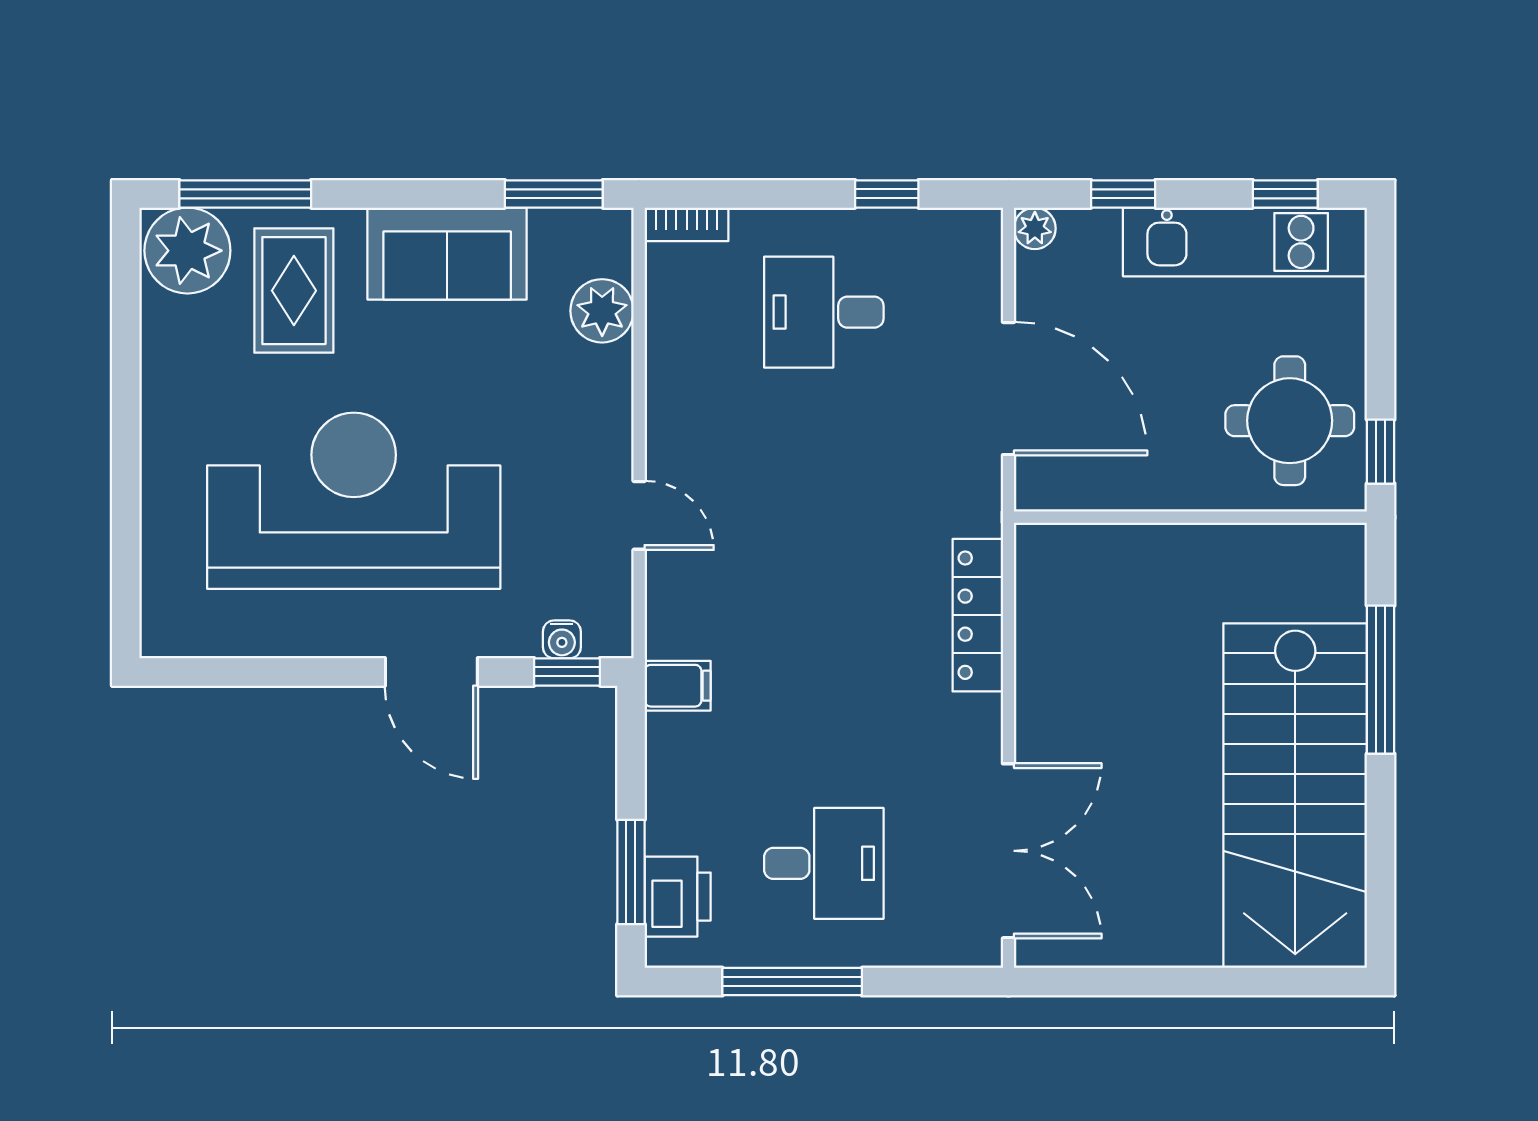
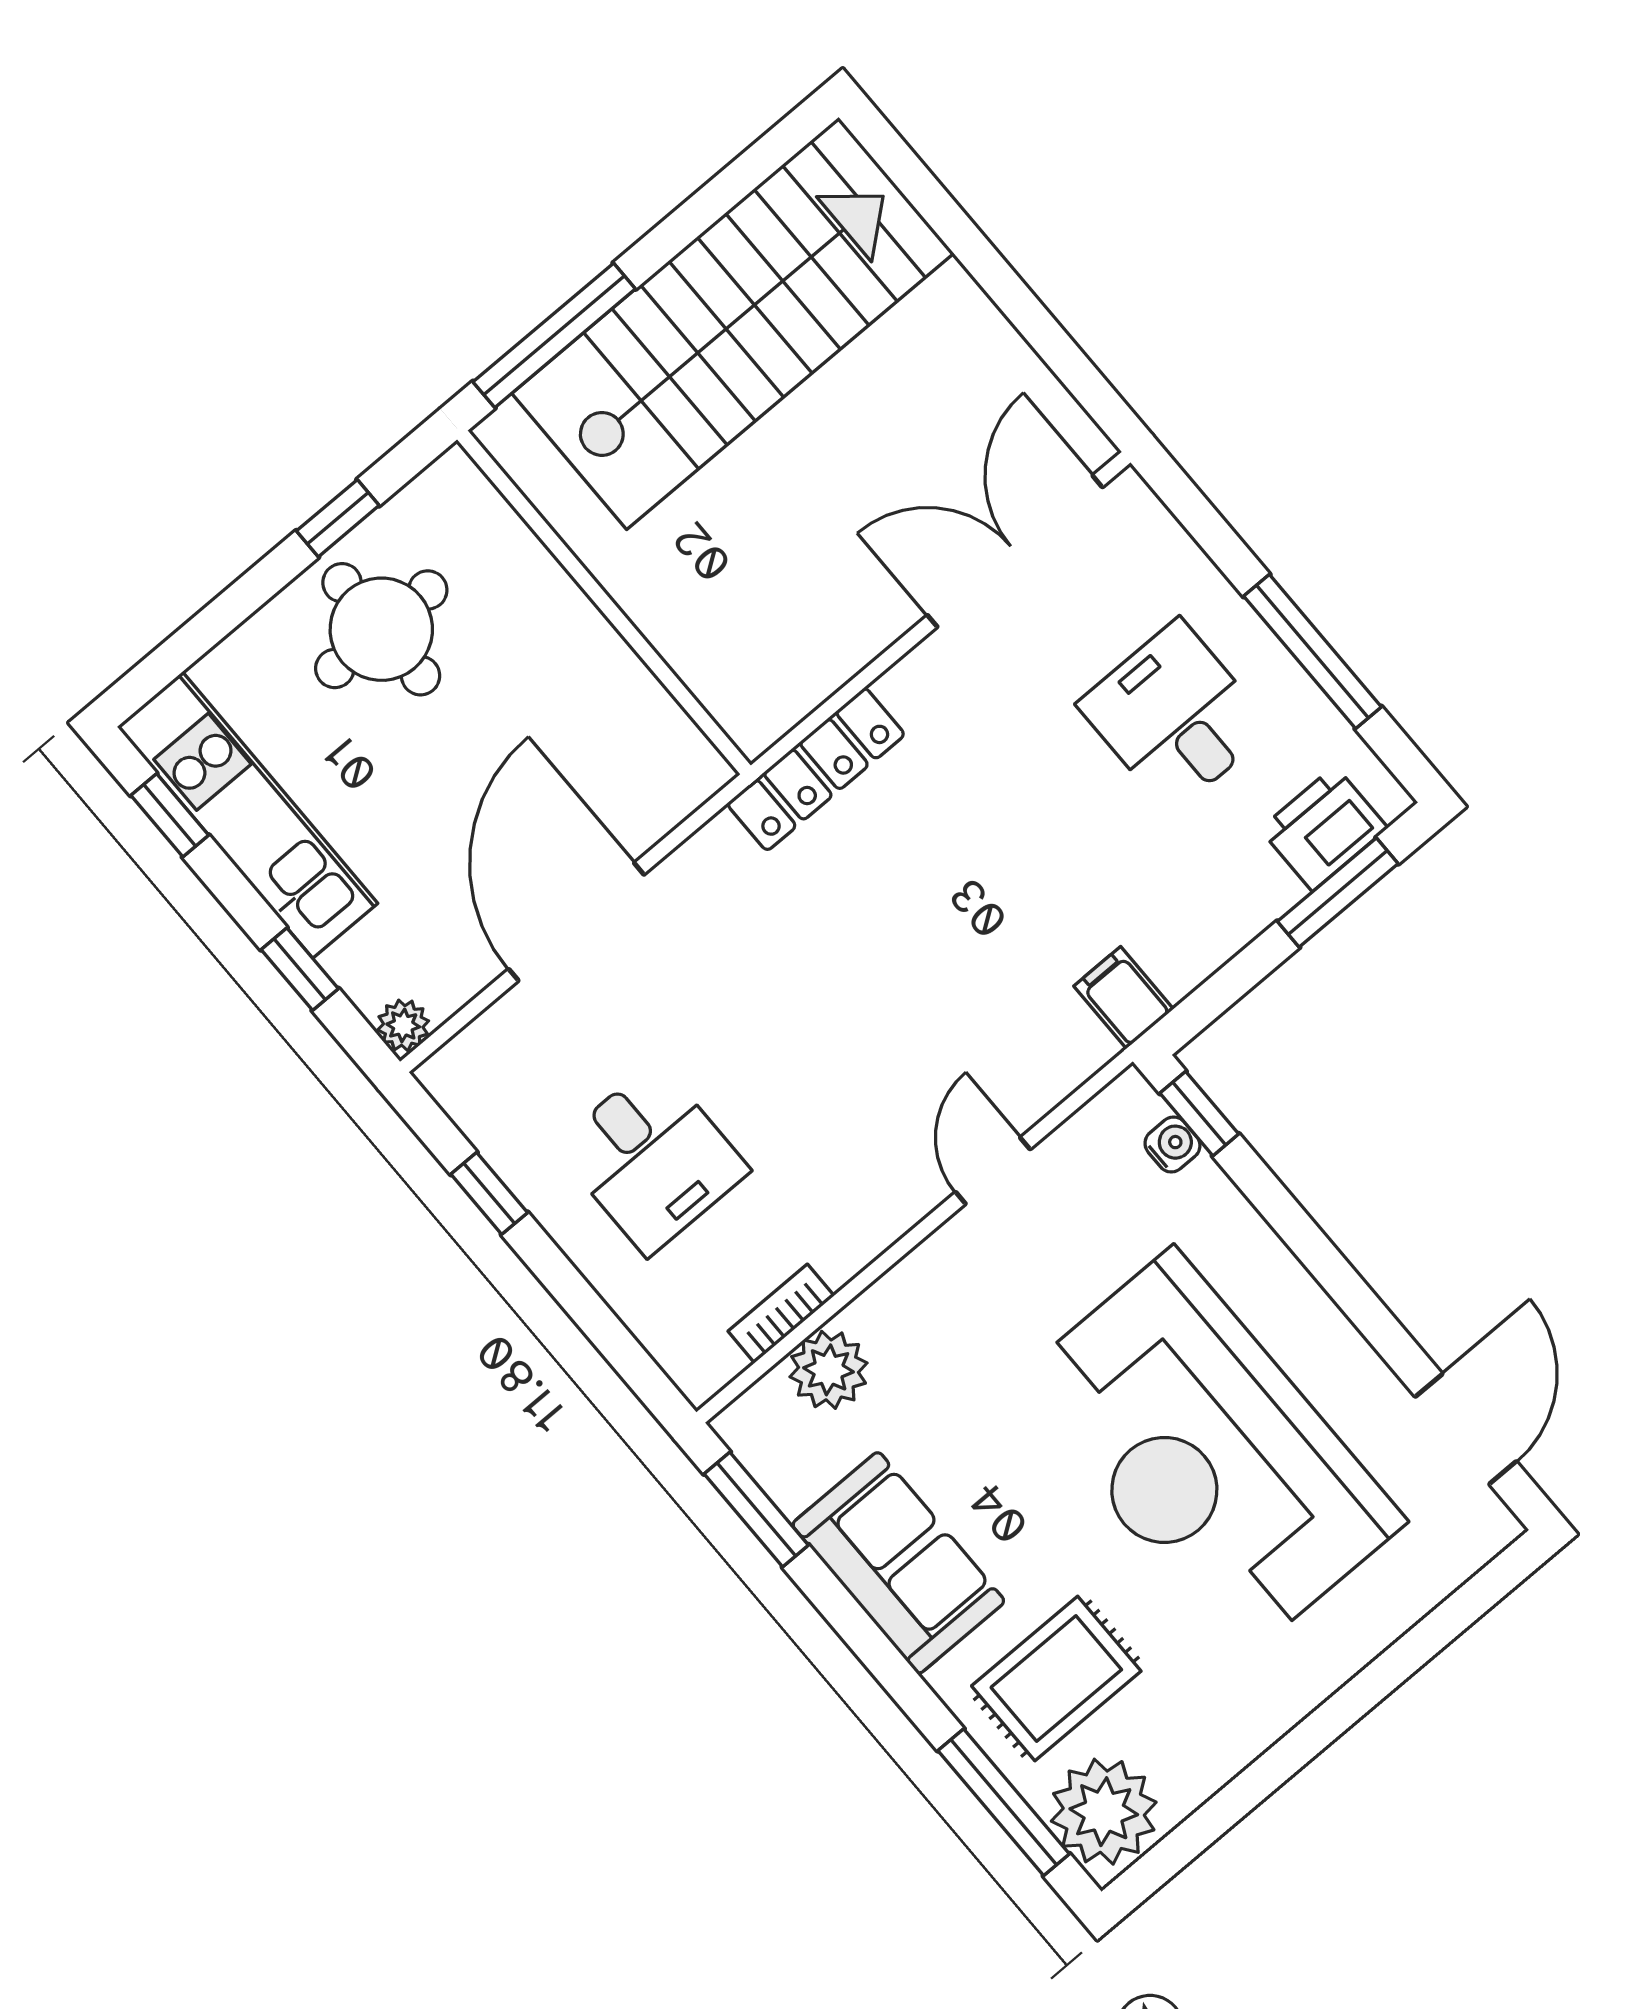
bookcase: (687, 224) -> (781, 1314), moved, turned -90
wall: (1190, 517) -> (604, 603), moved
door: (431, 672) -> (1466, 1429), moved

